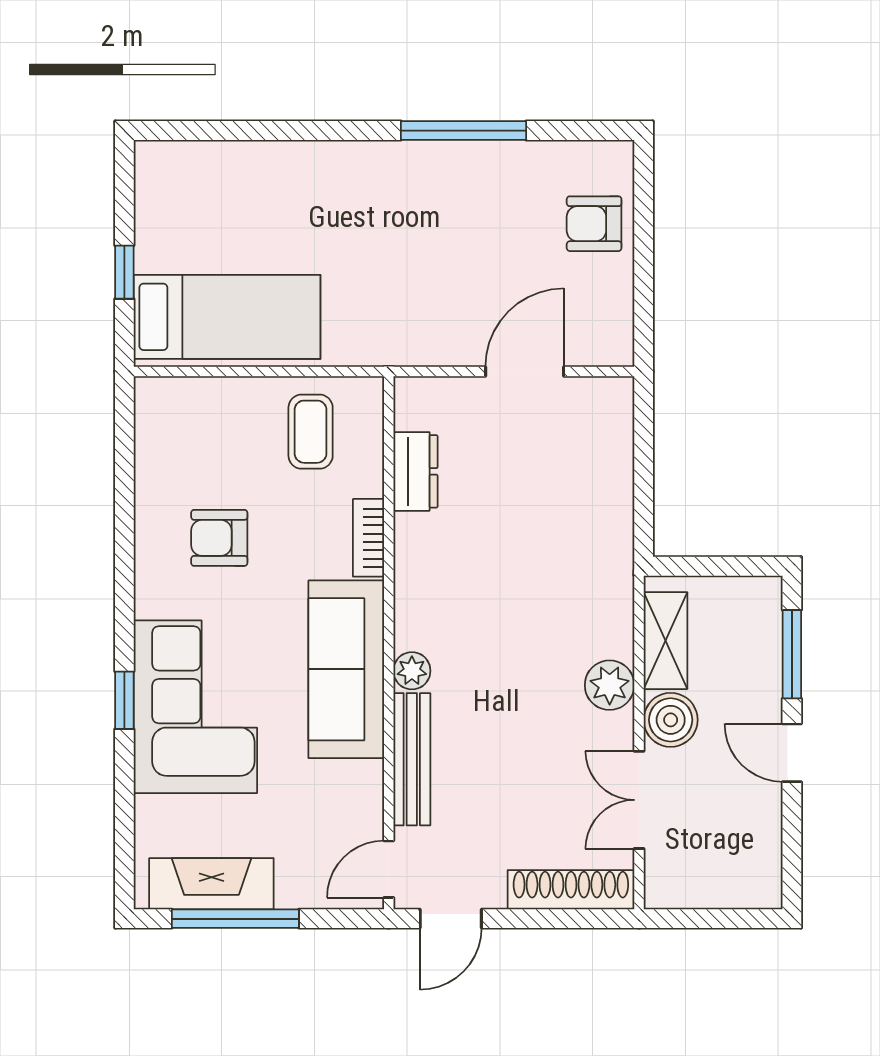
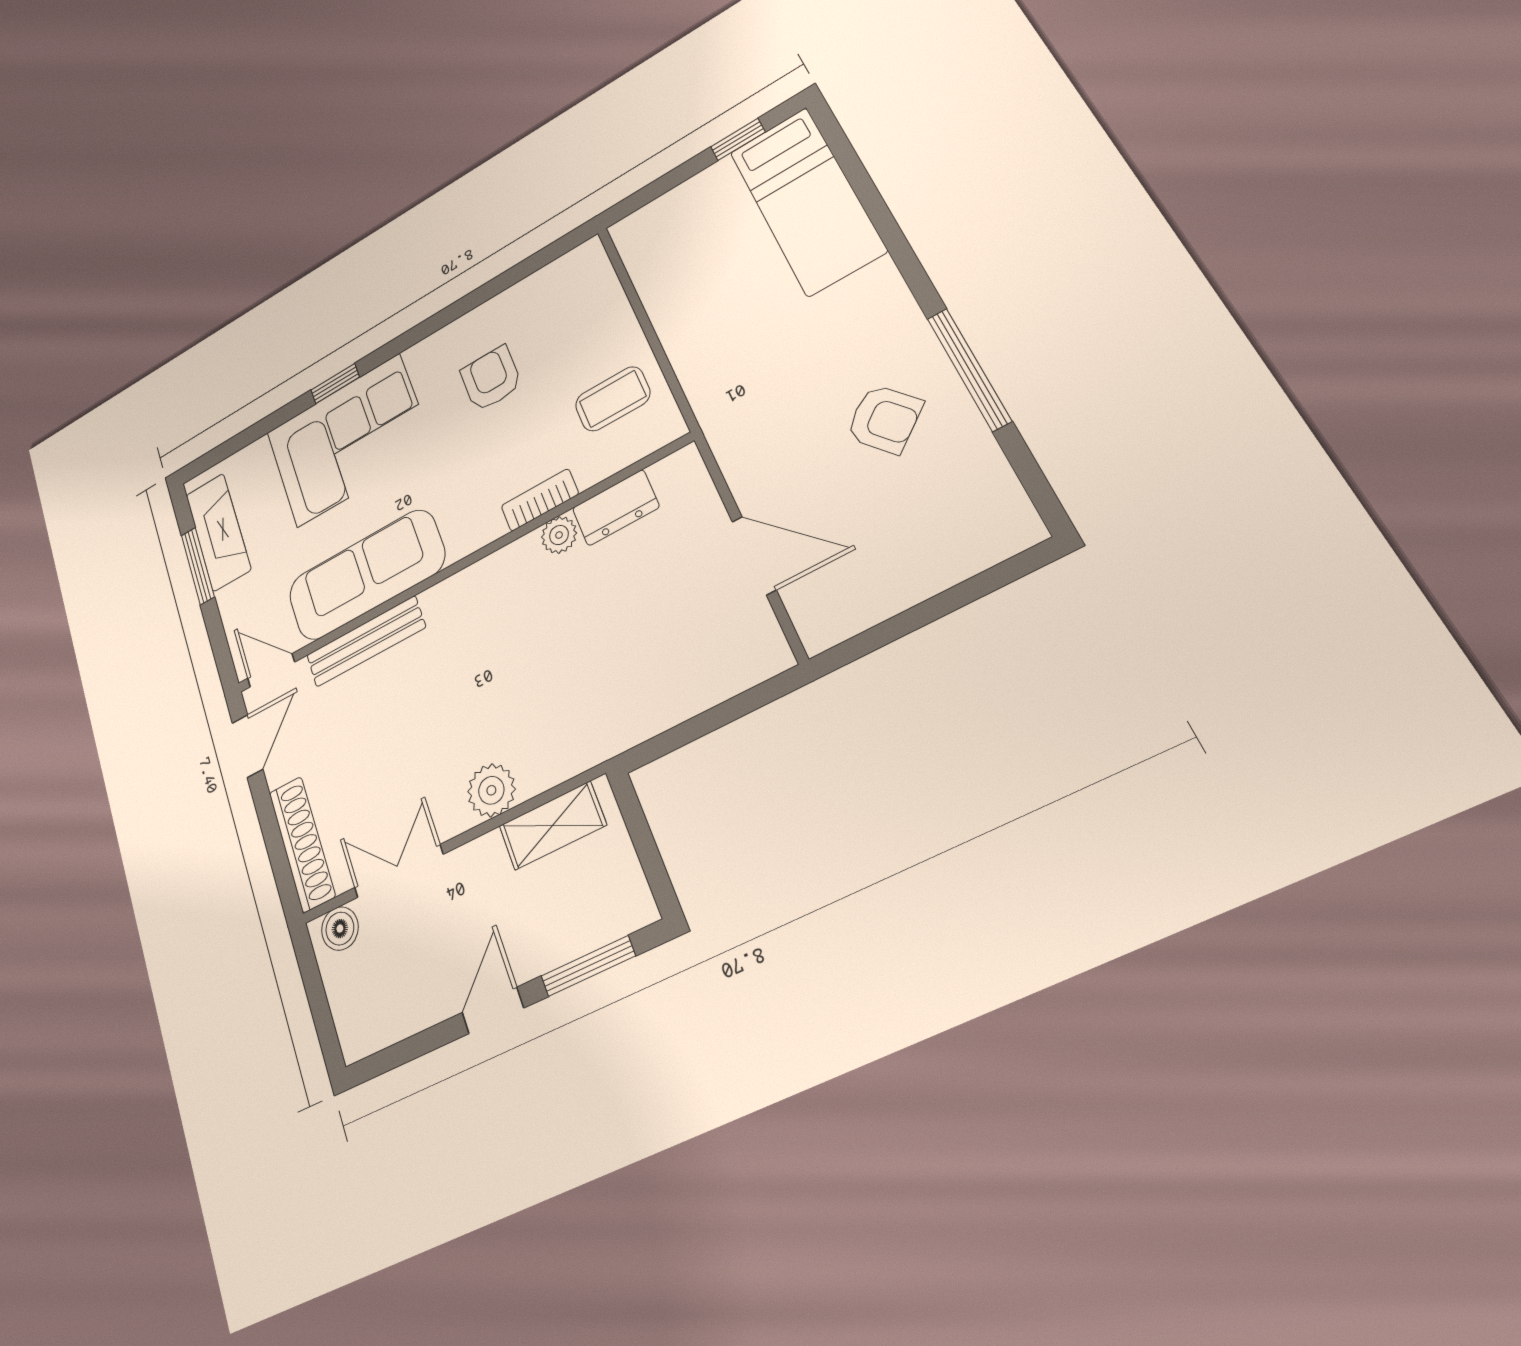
armchair: (594, 224) -> (884, 419), moved, turned 140
window: (124, 272) -> (738, 139), moved
bed: (227, 317) -> (807, 201), moved
sofa: (346, 669) -> (366, 575), moved
plant: (412, 671) -> (559, 535), moved
boiler: (671, 720) -> (340, 929), moved, width x0.73, depth x0.73
window: (235, 919) -> (198, 566), width x0.69
door: (451, 919) -> (247, 746), swing flipped

